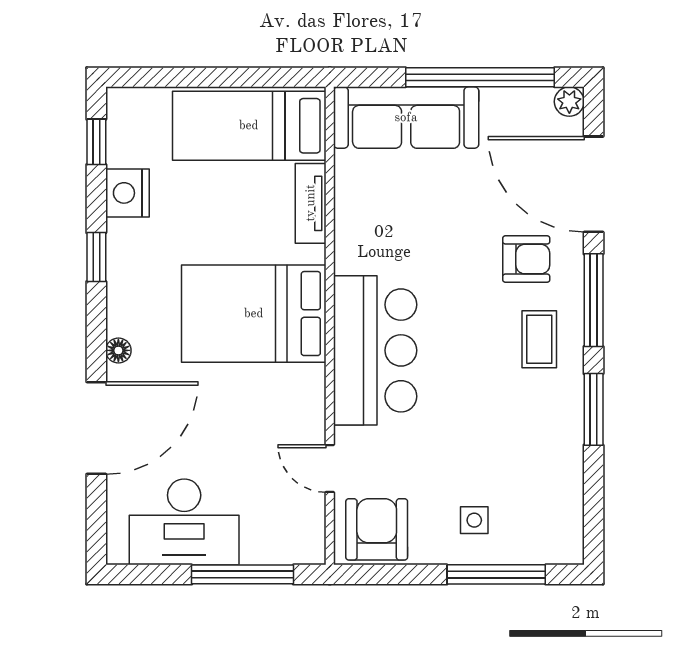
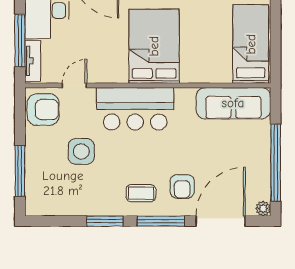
sofa: (406, 118) -> (233, 103), moved, turned -90
tv unit: (311, 203) -> (33, 61), moved, turned 90
side table: (474, 520) -> (81, 151), moved, width x1.87, depth x1.87

